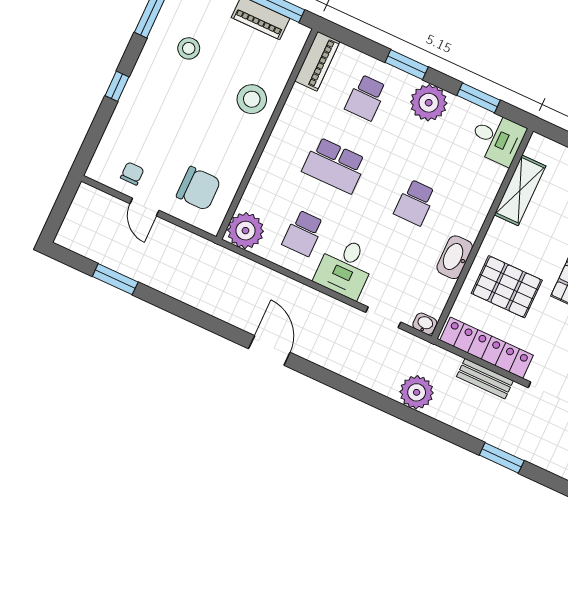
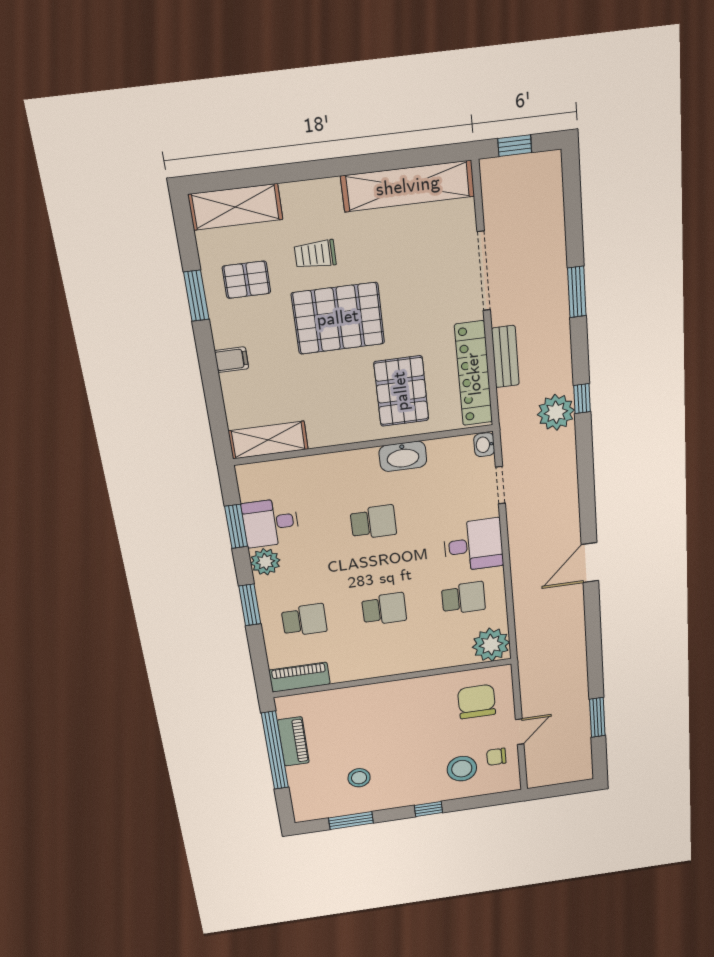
stool: (252, 99) -> (462, 769), moved
plant: (429, 103) -> (265, 562), width x0.73, depth x0.73
desk: (497, 138) -> (271, 523), moved, turned -90
school desk: (335, 165) -> (384, 609), width x0.54
shelving: (520, 190) -> (268, 440), moved
window: (415, 418) -> (582, 399), added

